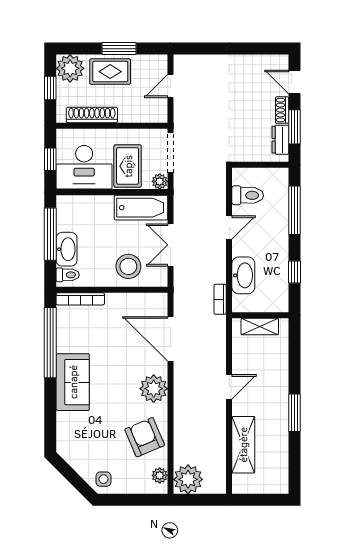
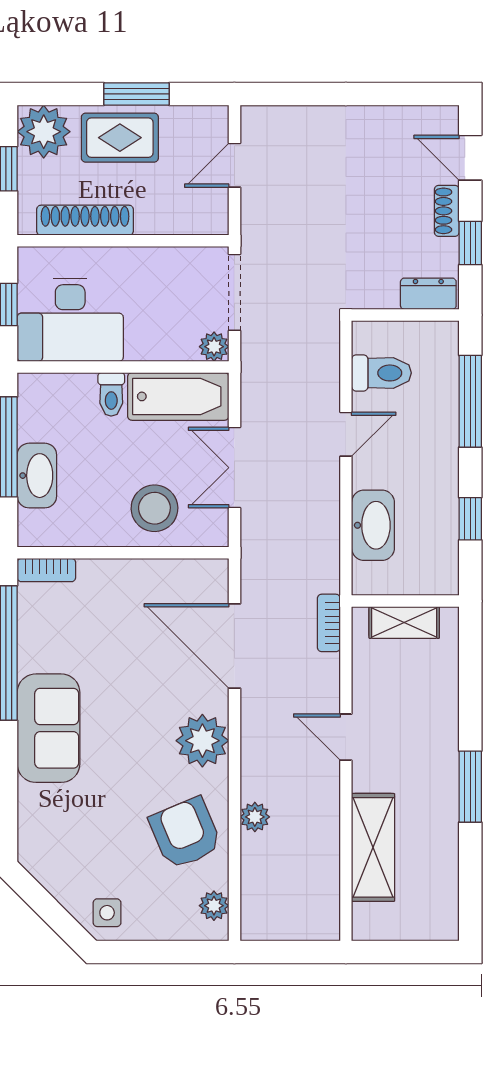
window: (294, 127) -> (470, 243), width x0.67
dresser: (280, 140) -> (428, 294), moved, turned 90
rug: (128, 166) -> (153, 317), removed
toilet: (68, 275) -> (111, 394), moved, turned 90
bookcase: (80, 299) -> (46, 570), width x0.64
bookcase: (220, 299) -> (329, 623), moved
door: (229, 387) -> (346, 737), swing flipped
plant: (188, 479) -> (255, 817), moved, width x0.53, depth x0.53

